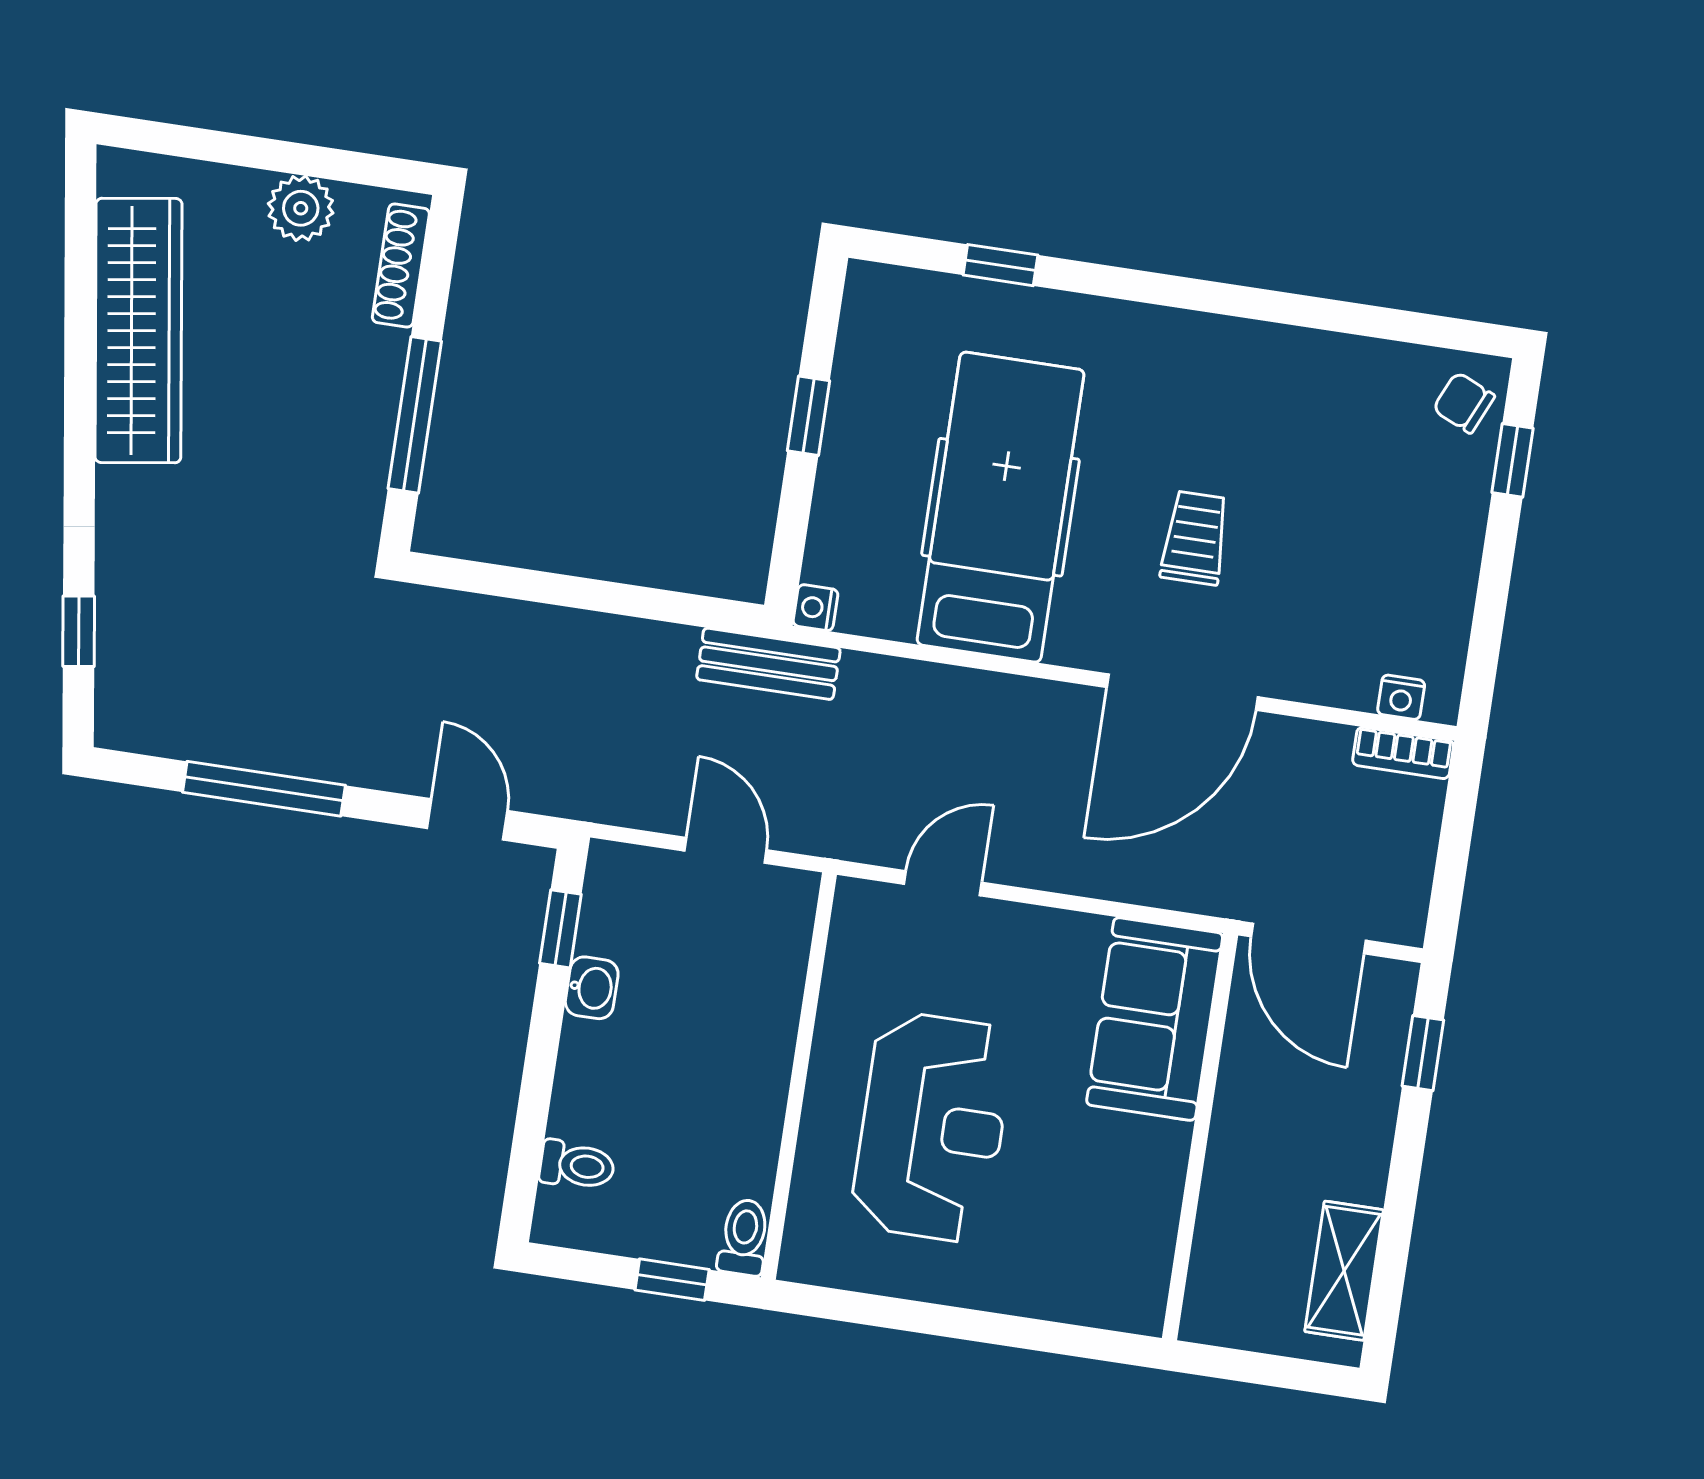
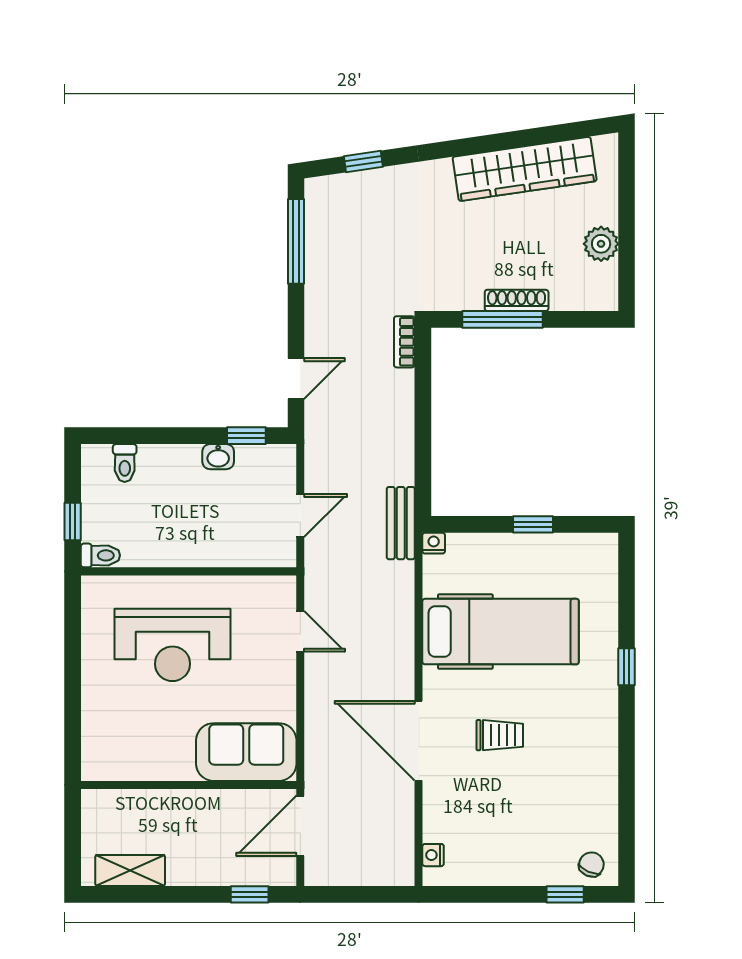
window: (1000, 265) -> (627, 667), moved
shoe rack: (401, 266) -> (517, 300), moved
bookcase: (1403, 753) -> (404, 342), moved
window: (264, 789) -> (296, 241), moved

